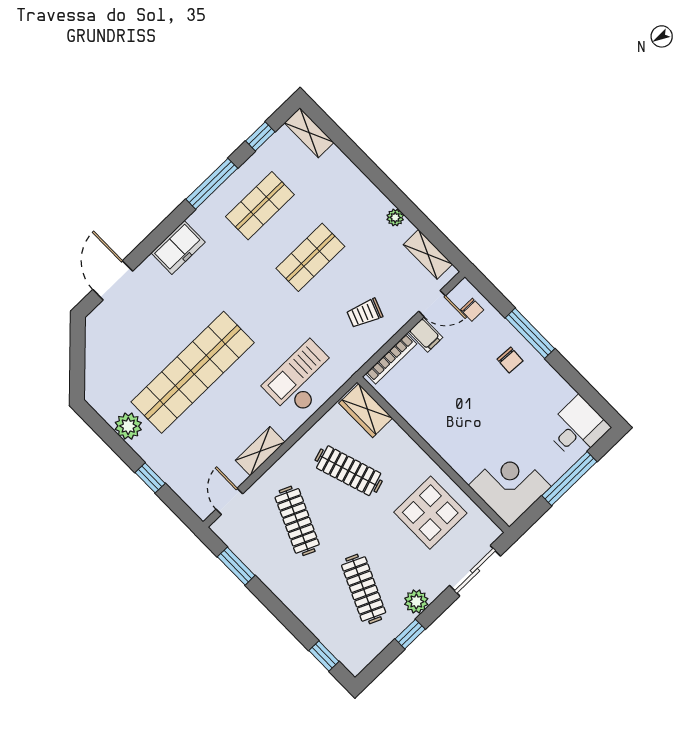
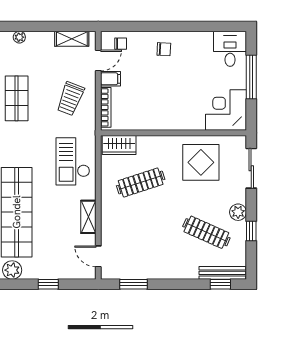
plant: (395, 217) -> (19, 37), moved
trolley: (365, 313) -> (70, 99), width x1.36, depth x1.39
window: (530, 333) -> (160, 26), removed
clothes rail: (297, 521) -> (141, 232), removed
bench: (338, 646) -> (222, 273), added

